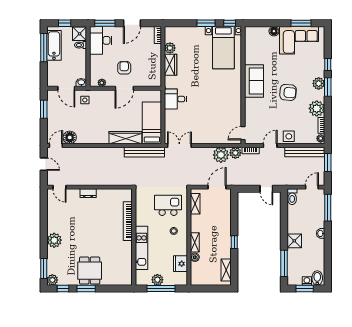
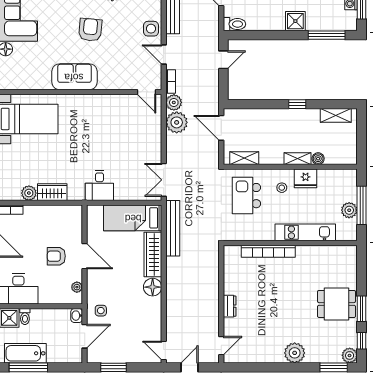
floor lamp: (70, 137) -> (153, 287), moved
fridge: (180, 264) -> (306, 178), moved

